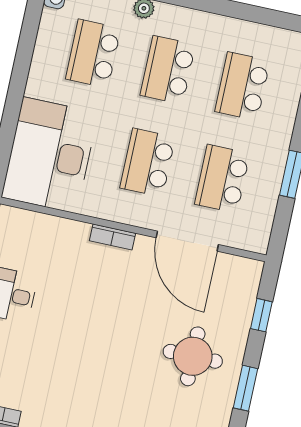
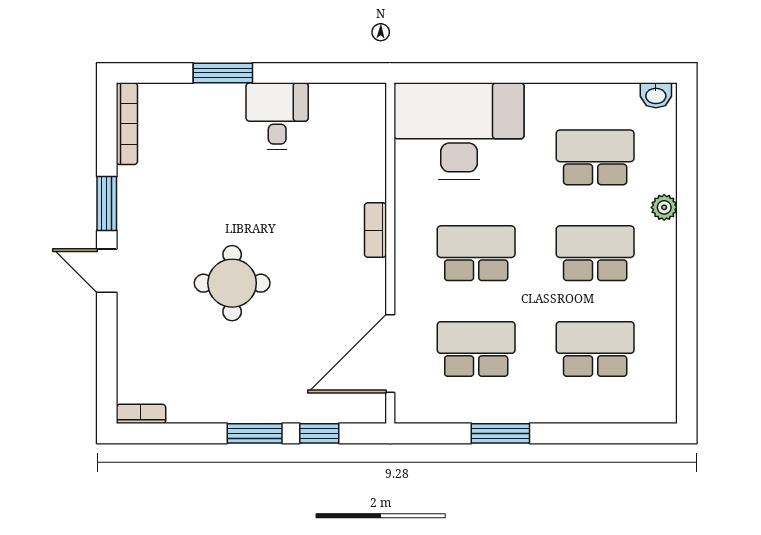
door: (187, 241) -> (390, 354), moved
round table: (193, 356) -> (232, 283), moved
window: (245, 388) -> (255, 433), moved

